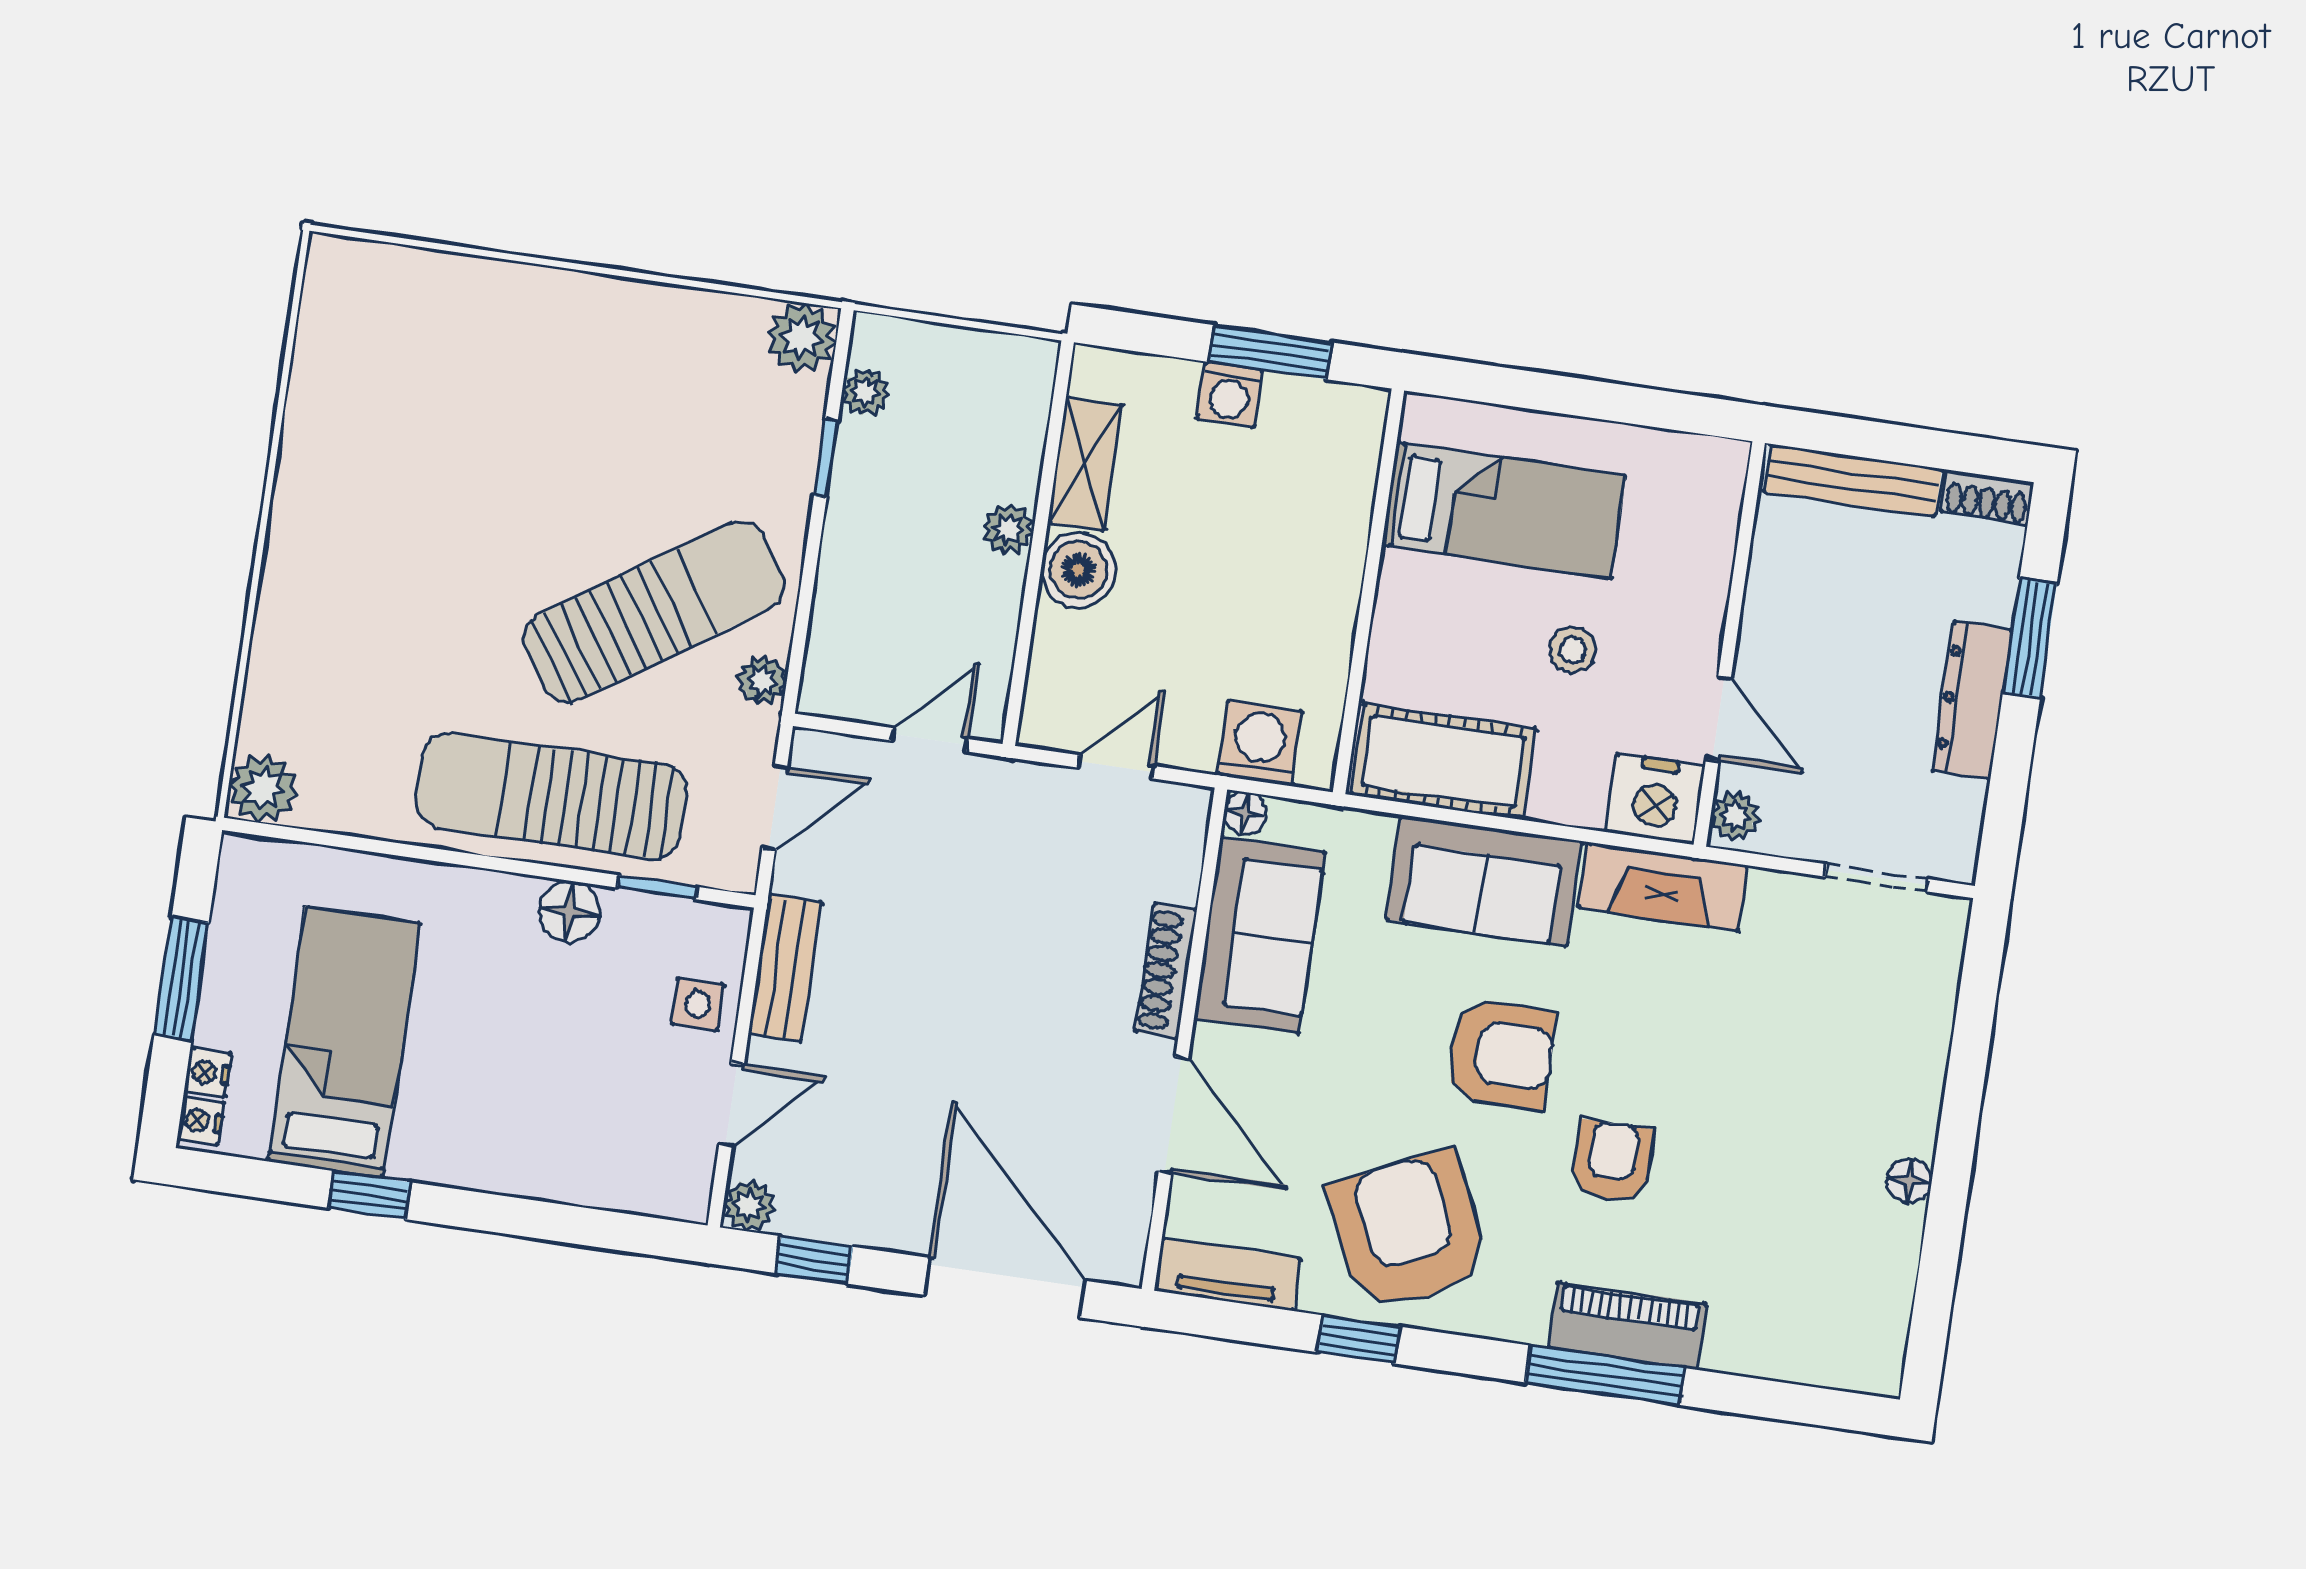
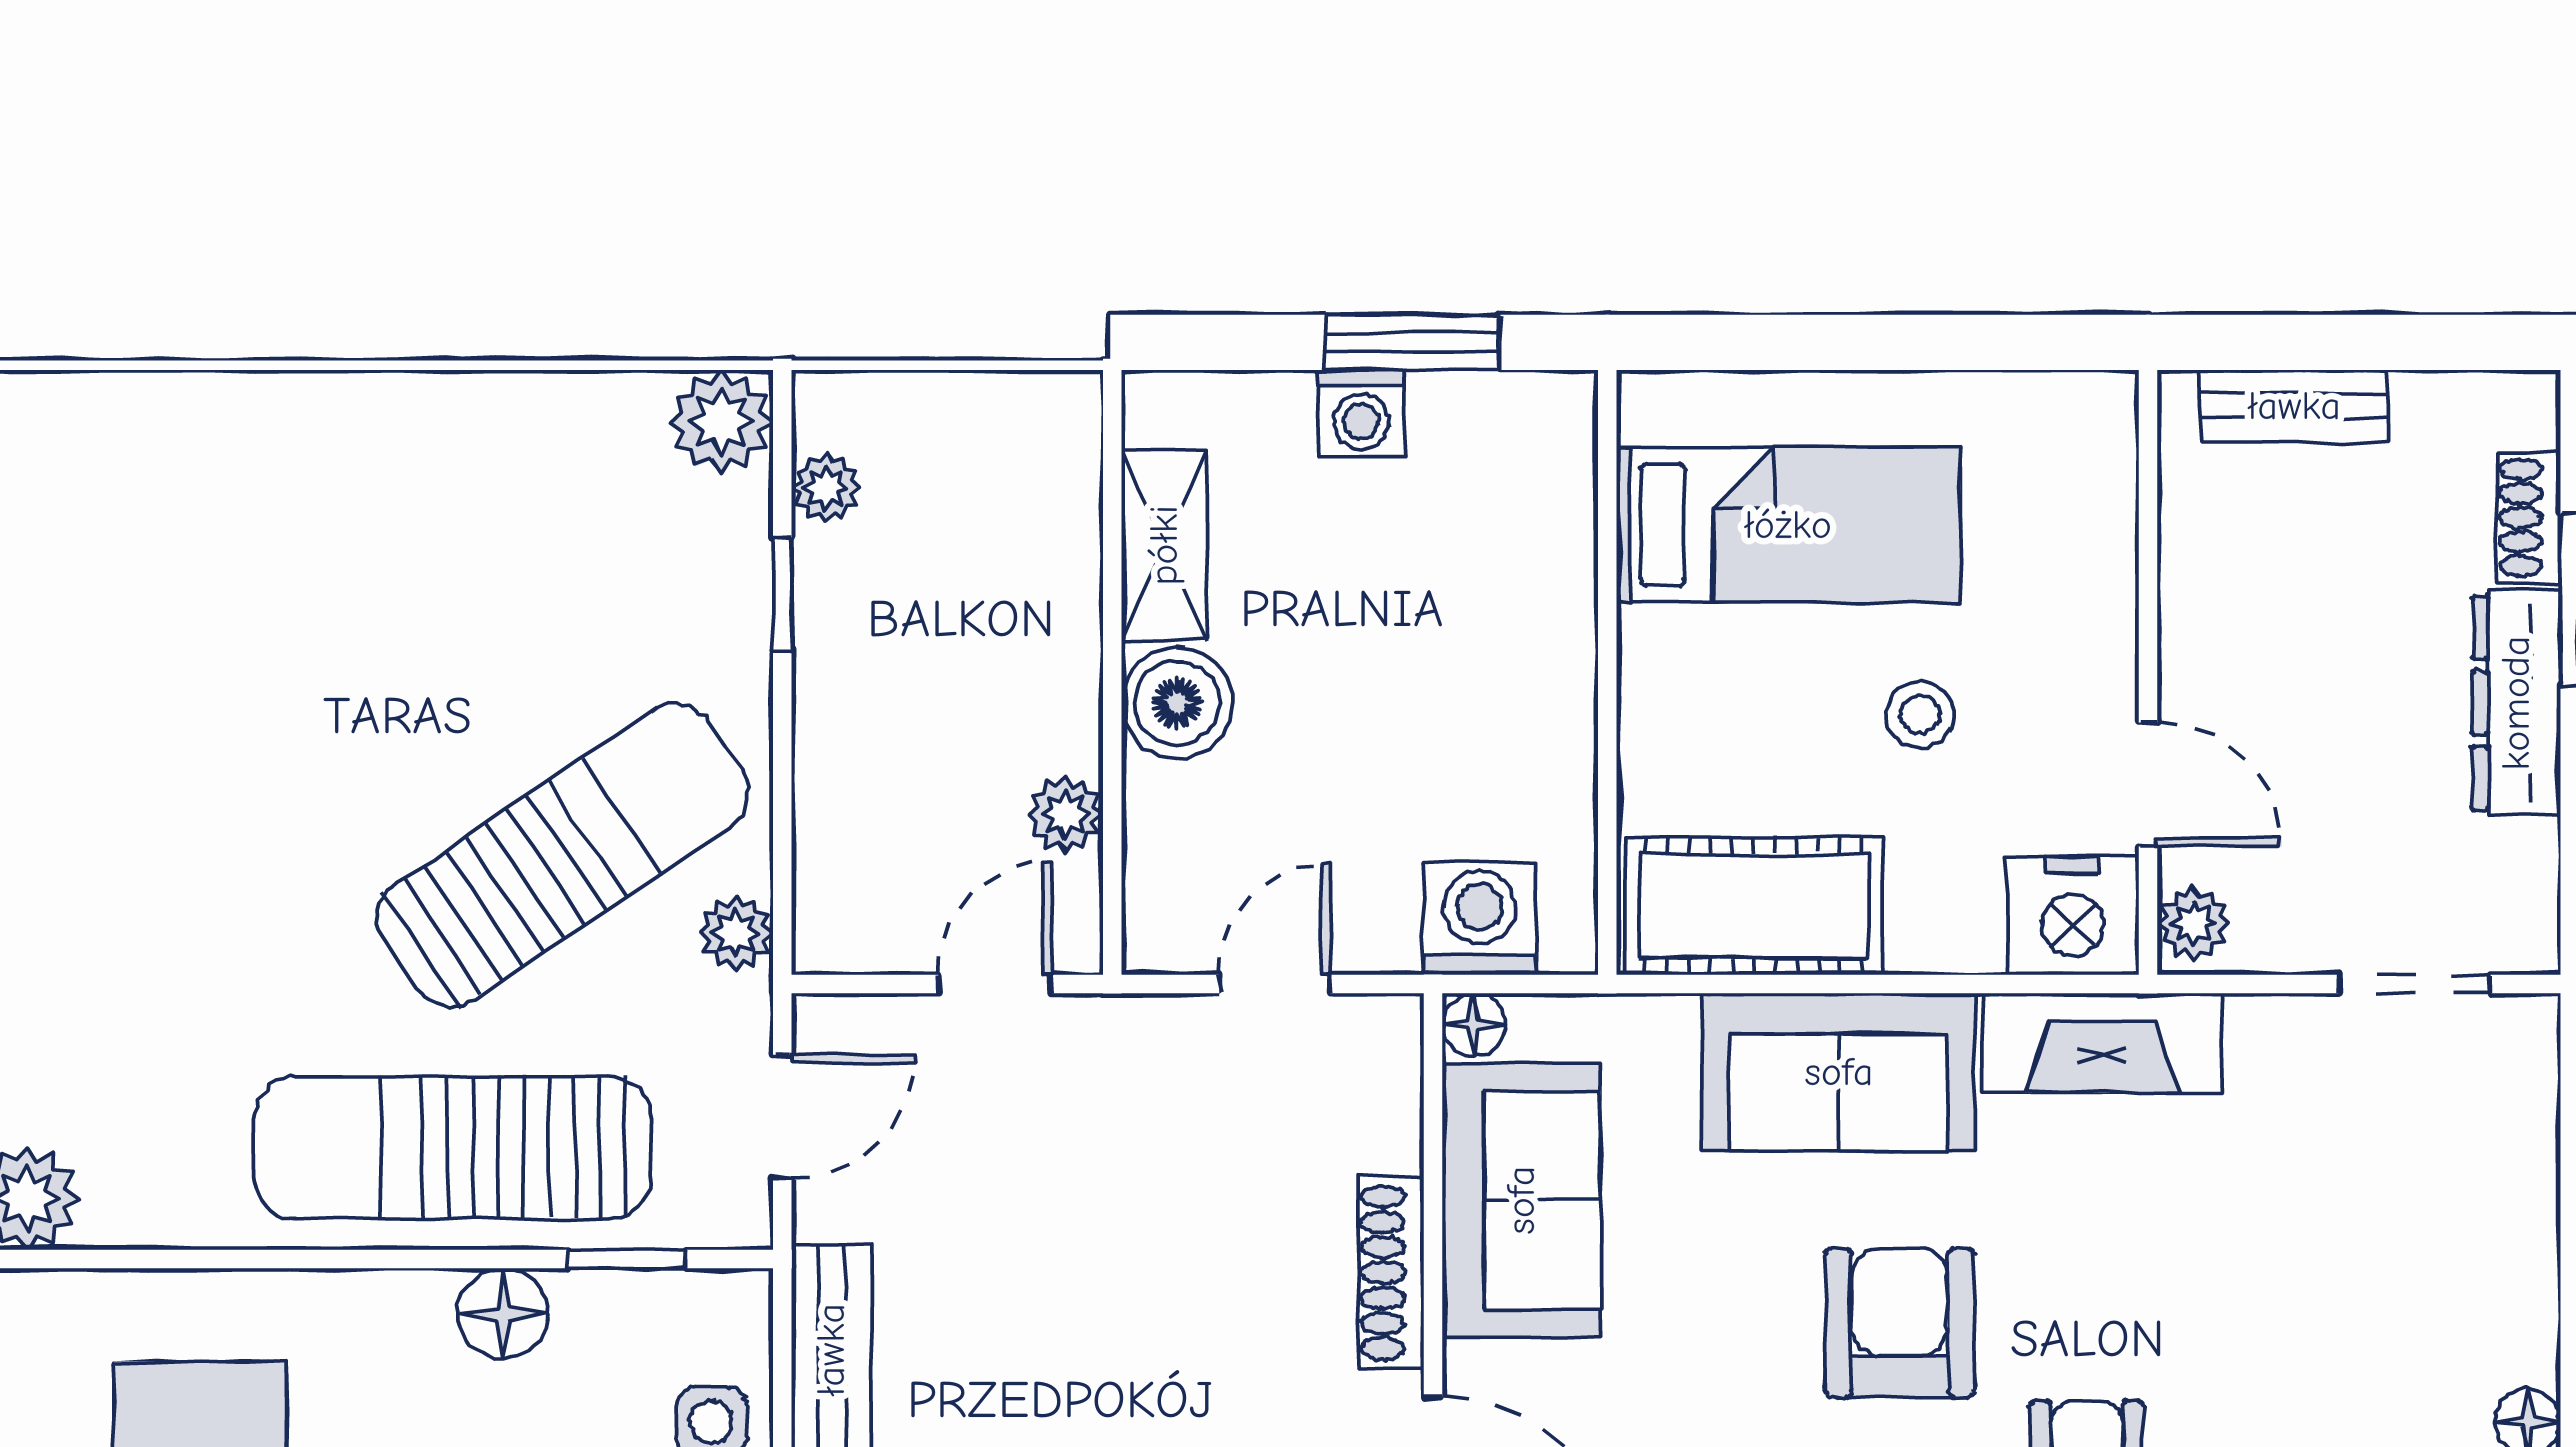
bench: (1853, 480) -> (2294, 406), width x0.73
shoe rack: (1987, 497) -> (2529, 518), moved, turned 90
plant: (1008, 529) -> (1065, 814), moved
armchair: (1500, 1054) -> (1900, 1323), turned -90

